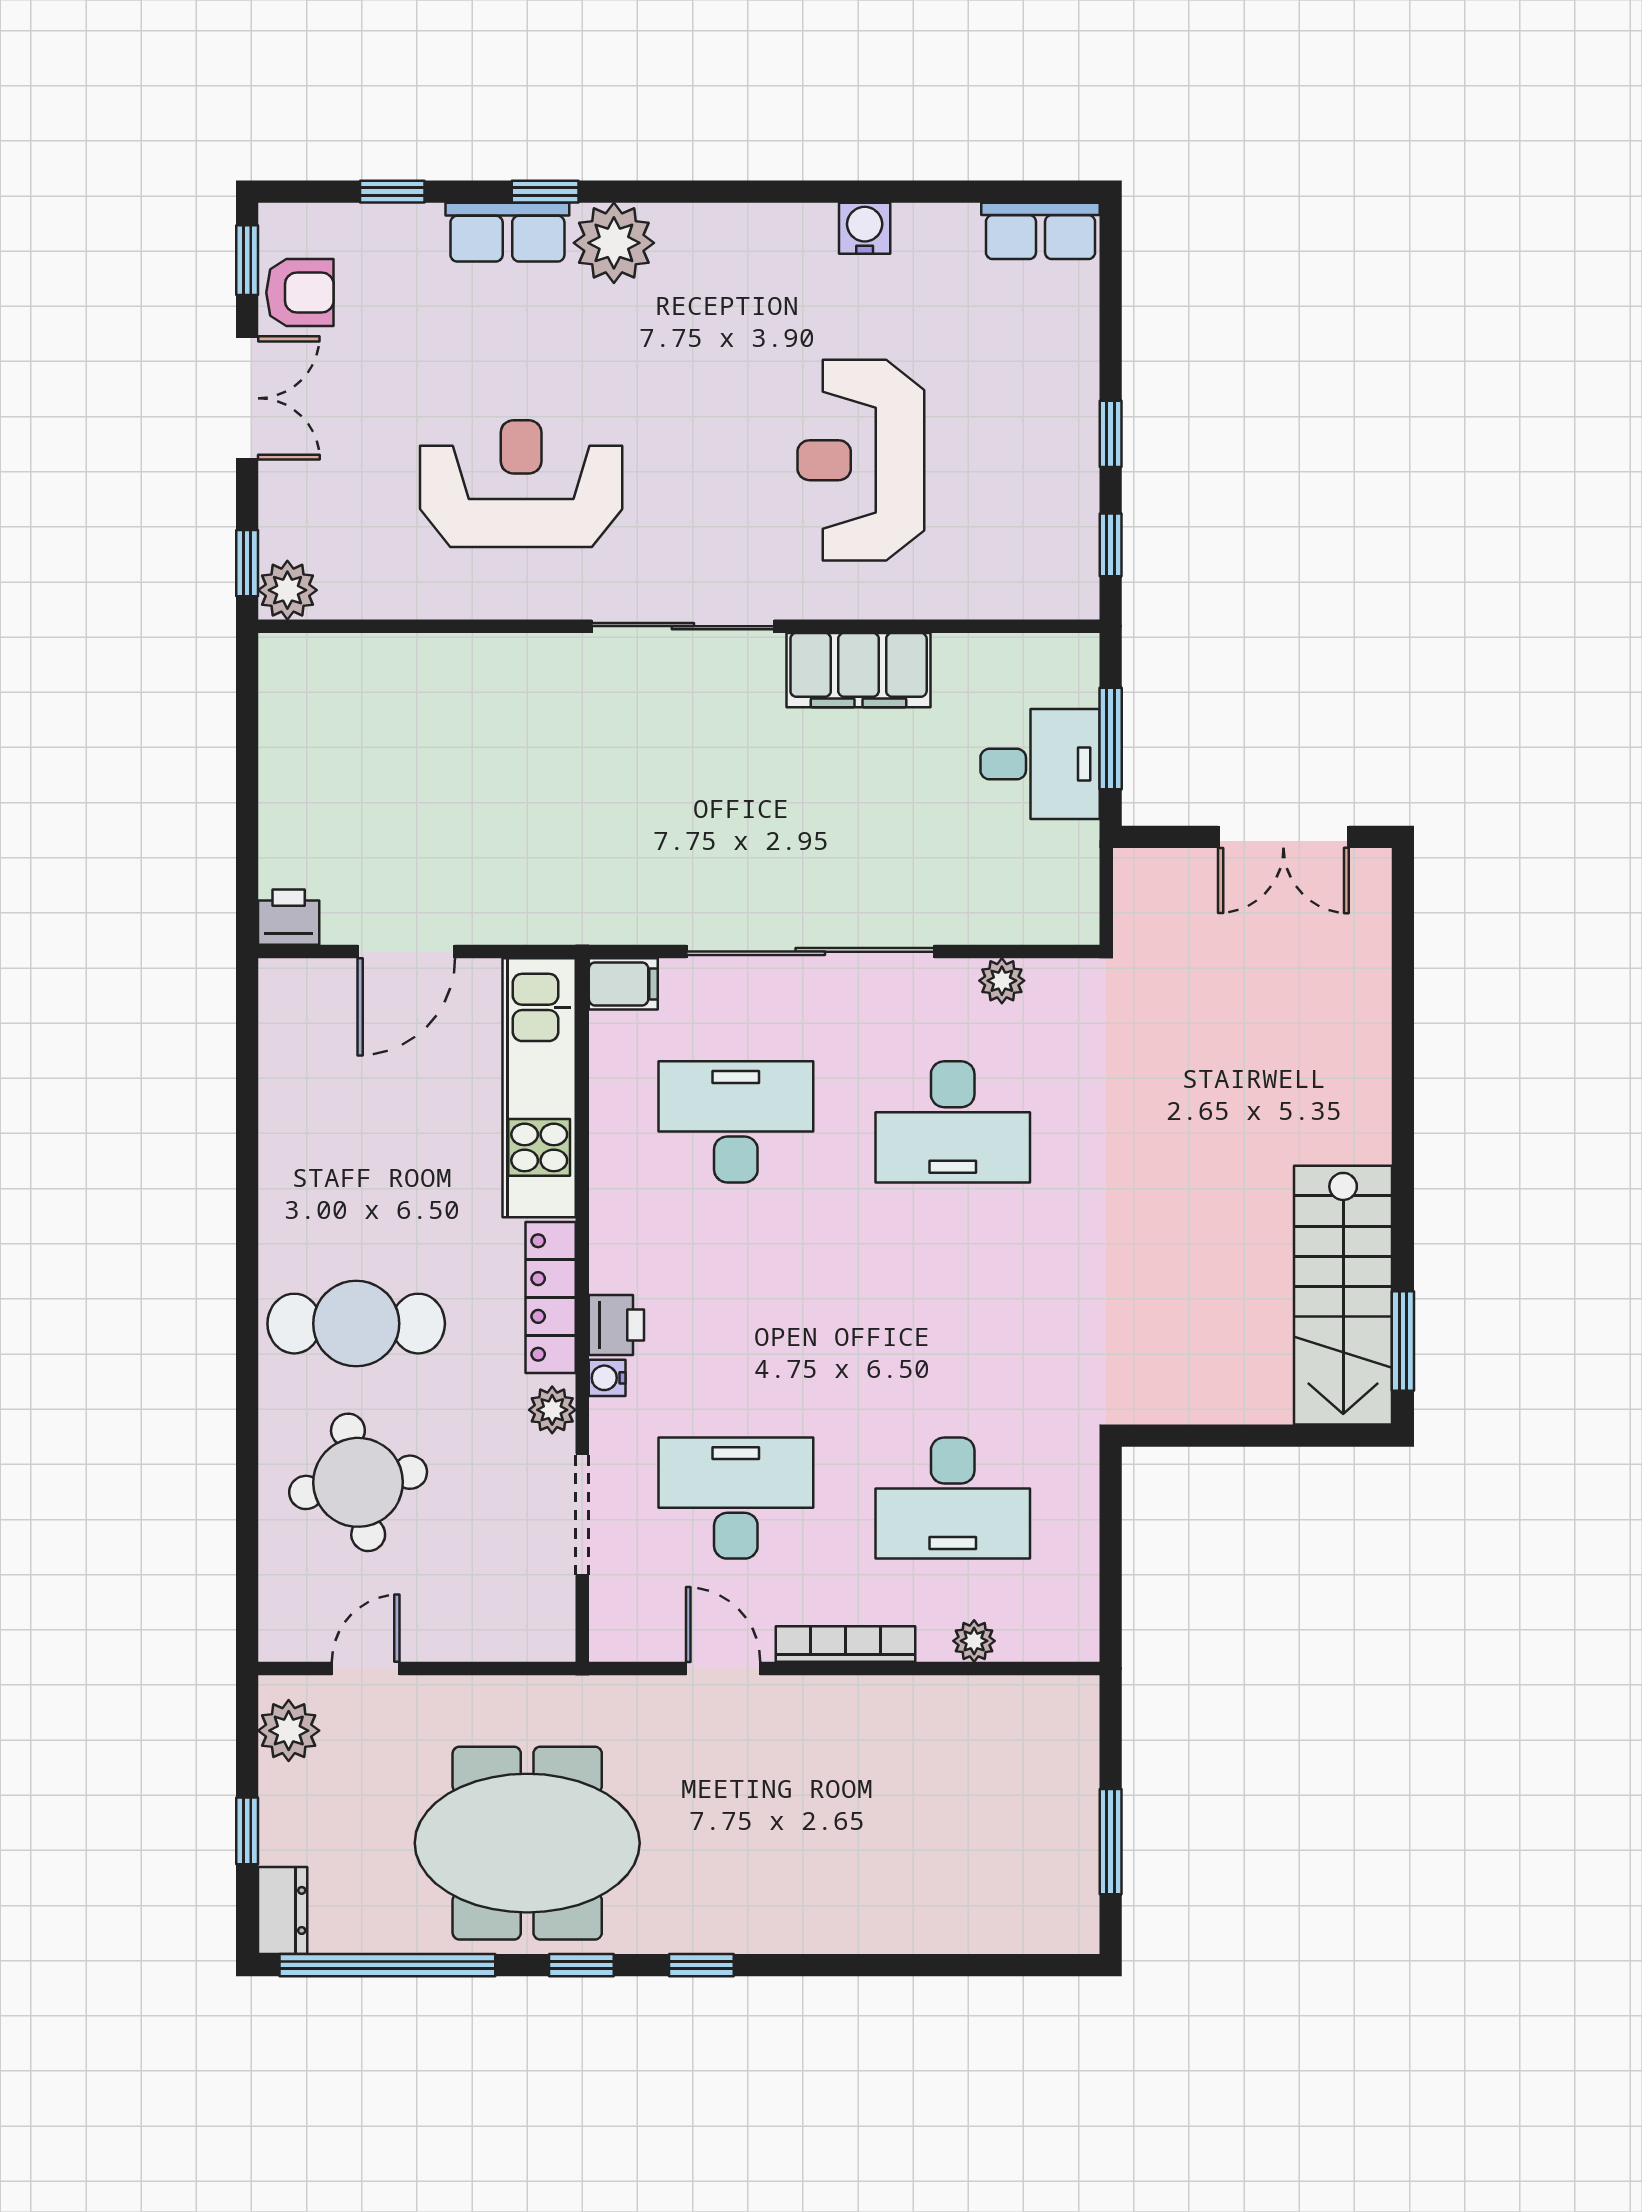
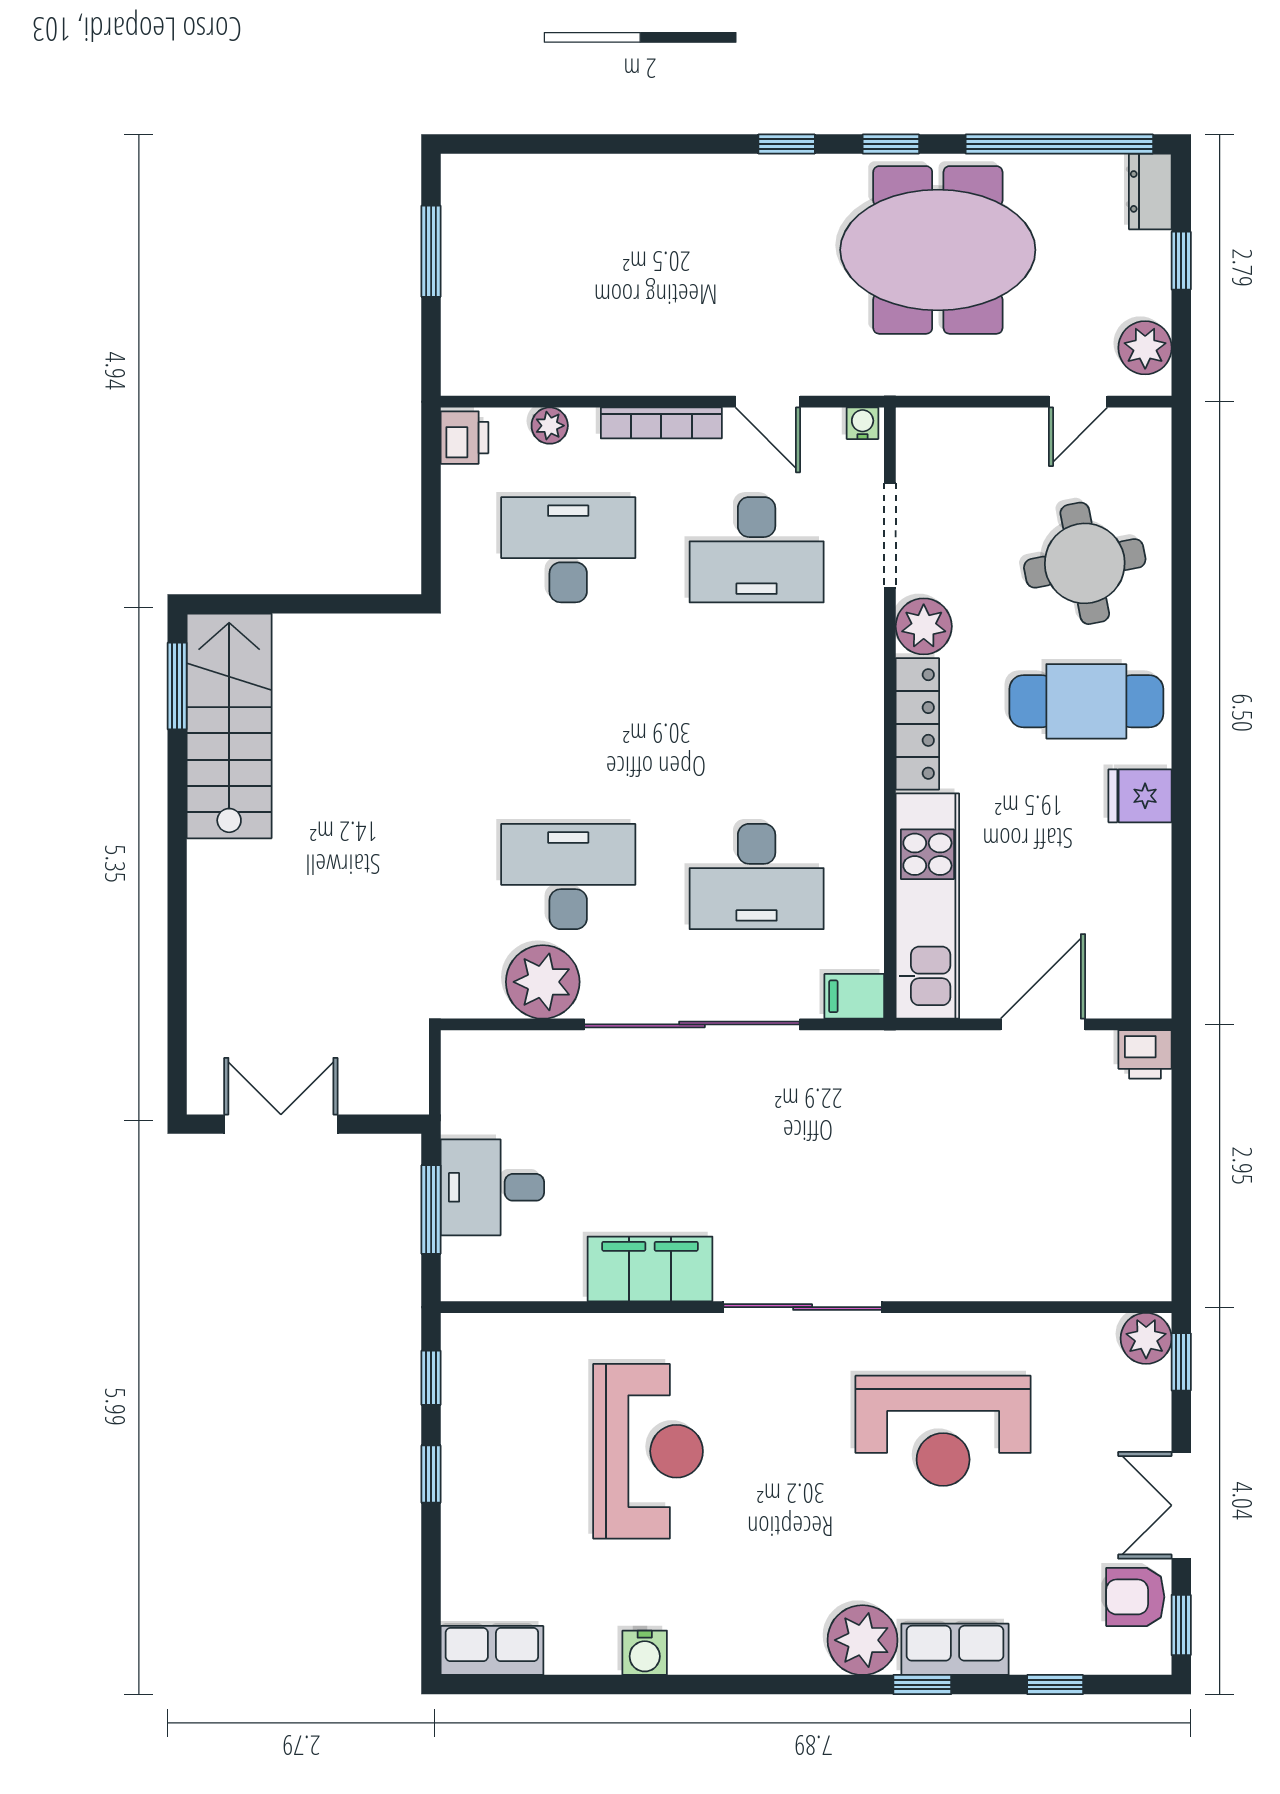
plant: (1002, 981) -> (543, 982), width x1.87, depth x1.87
fridge: (294, 1215) -> (1140, 796), added
printer: (616, 1325) -> (464, 438), moved, turned 180
water cooler: (607, 1378) -> (863, 423), moved, turned -90
plant: (552, 1410) -> (924, 626), width x1.38, depth x1.38

